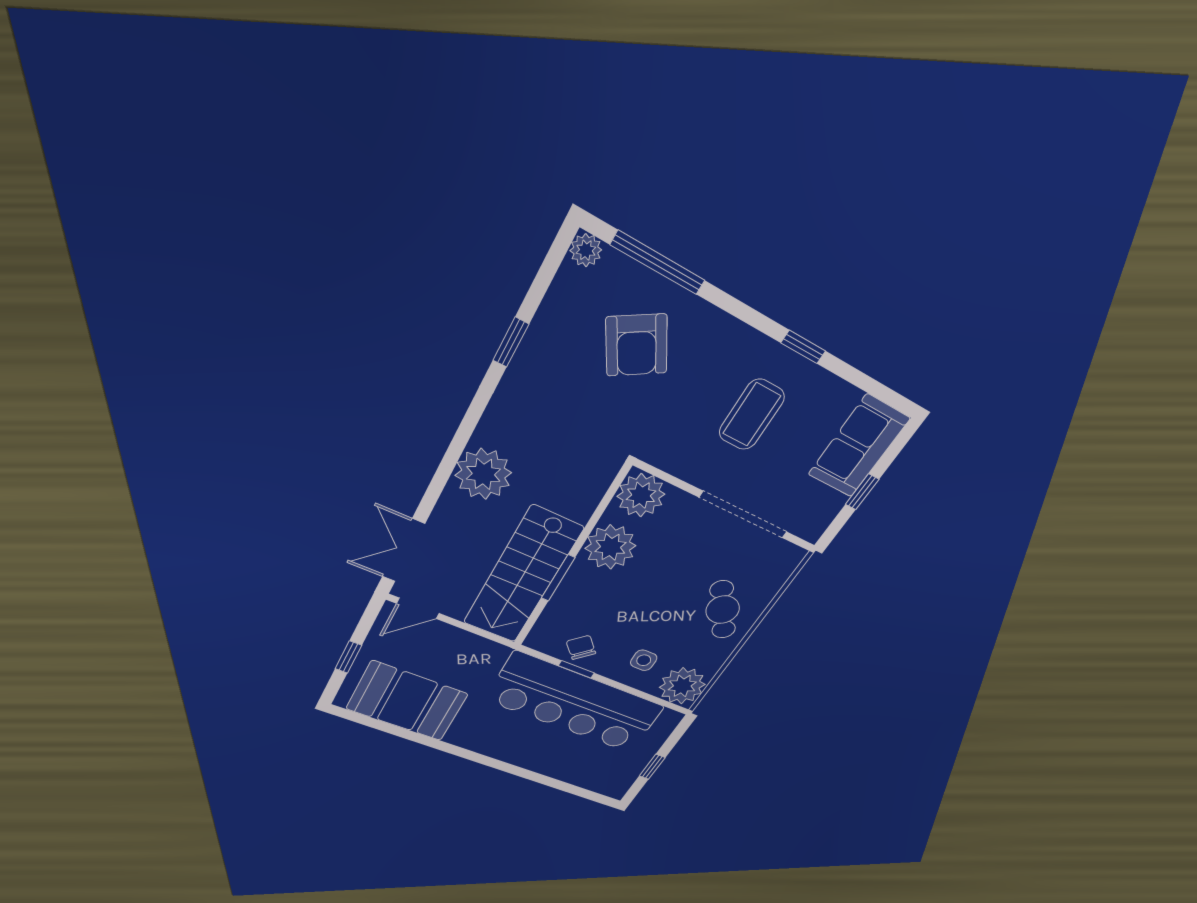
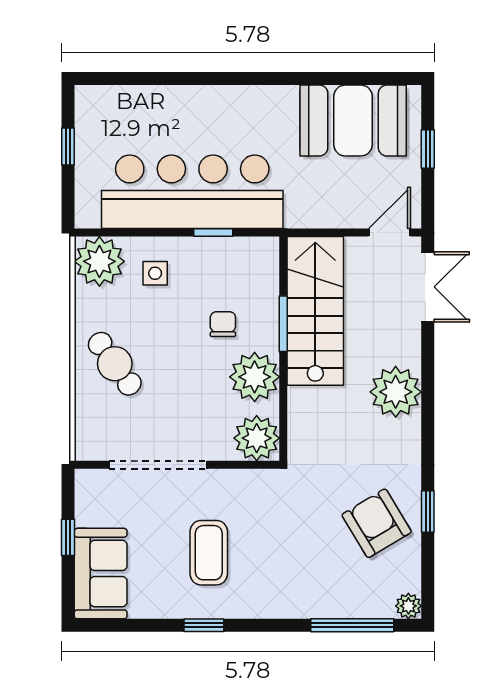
armchair: (637, 345) -> (377, 523), moved
chair: (581, 647) -> (223, 324), moved, turned -136

